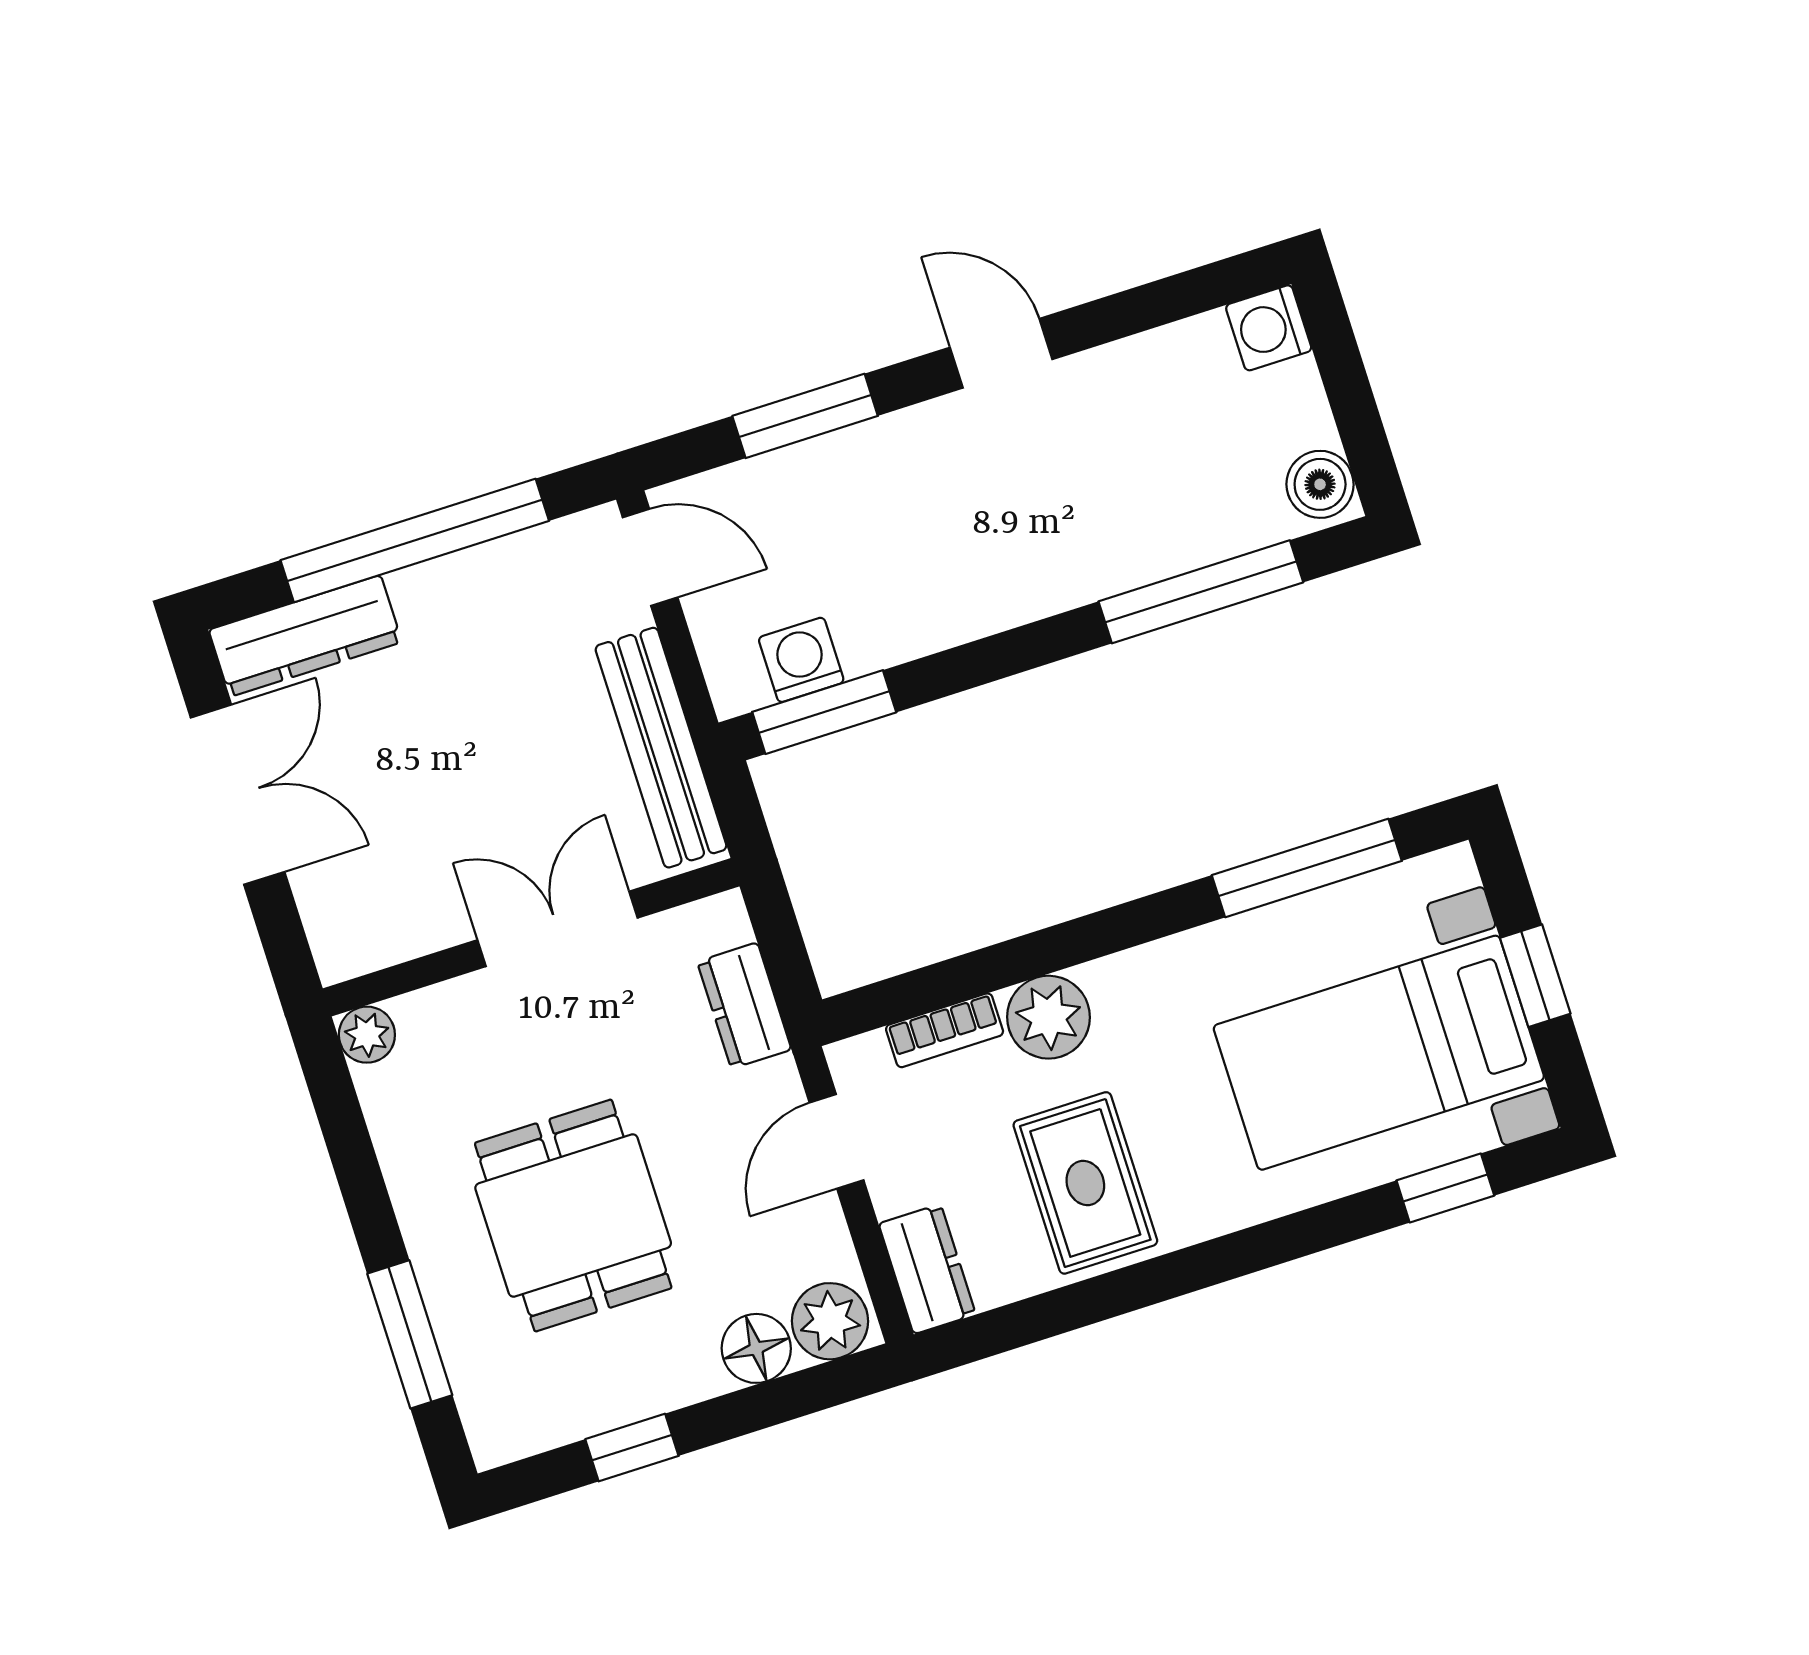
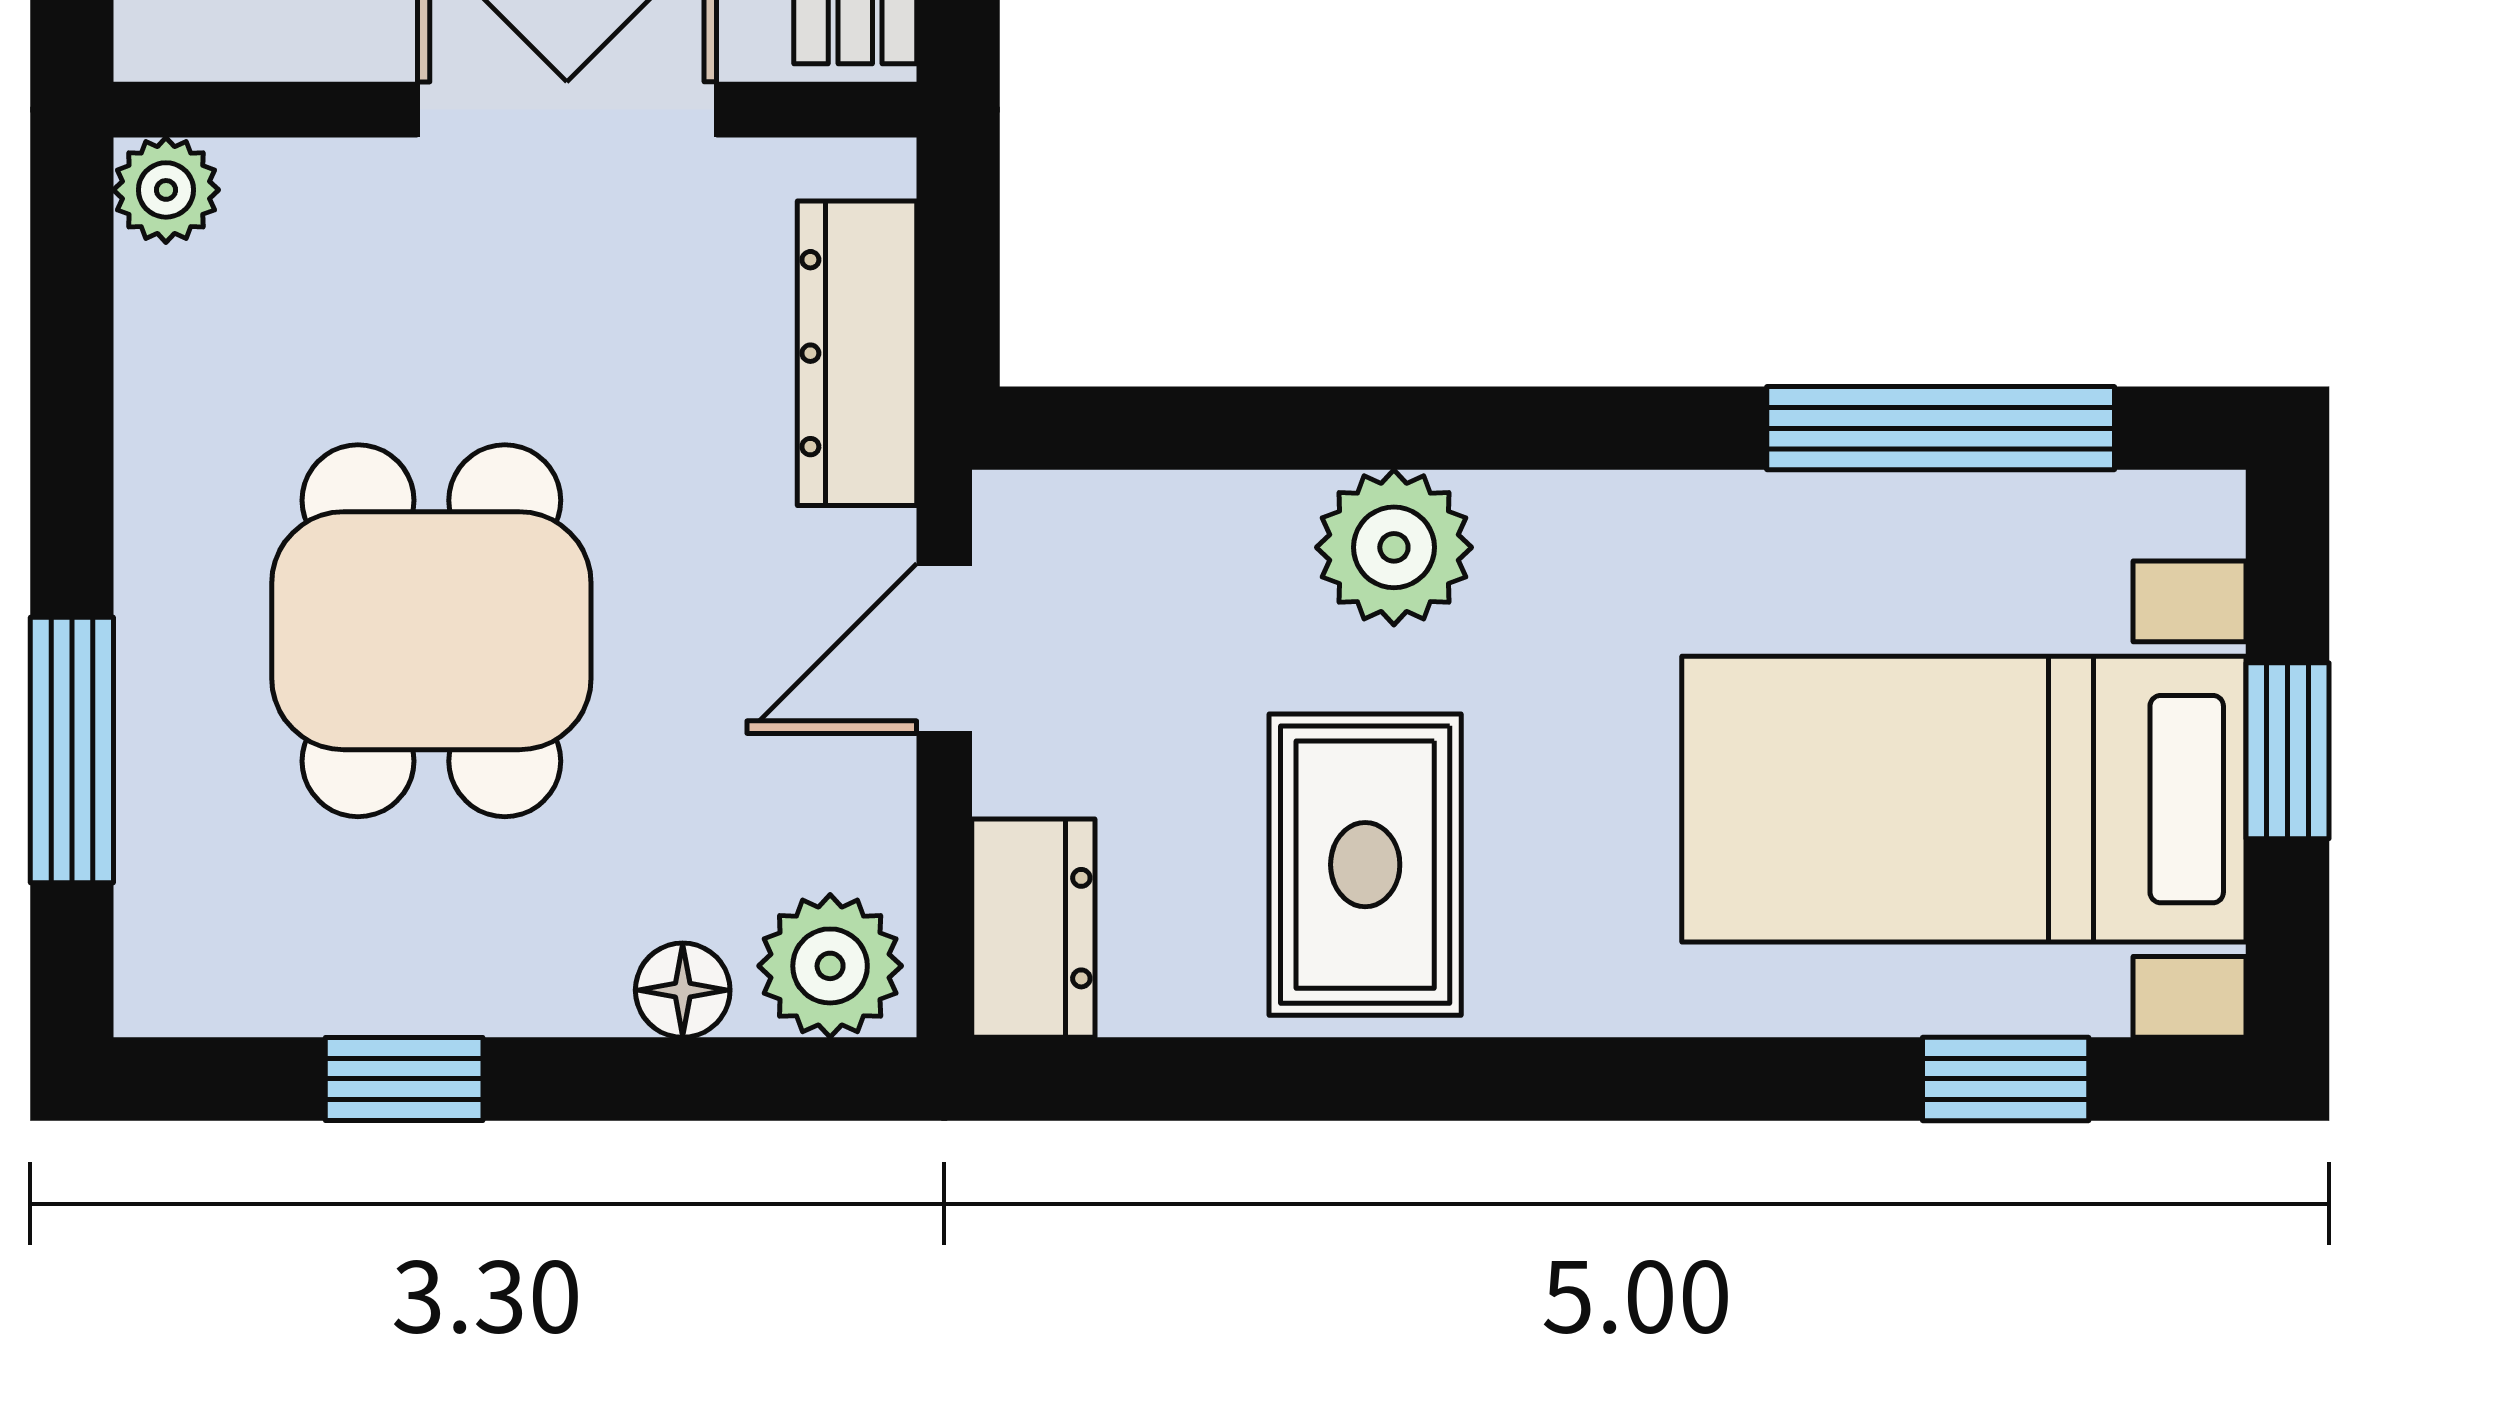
dresser: (744, 1006) -> (857, 353), width x1.44
bookcase: (945, 1030) -> (1201, 511), removed
floor lamp: (756, 1348) -> (683, 990), width x0.73, depth x0.73

